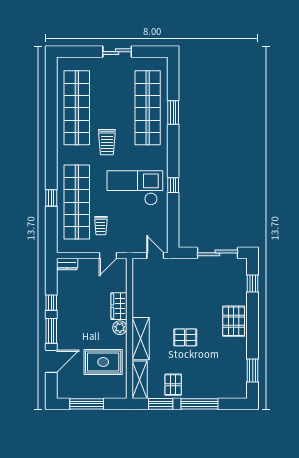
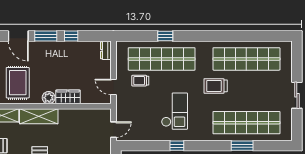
checkout: (135, 188) -> (174, 111), width x0.73, depth x0.83

